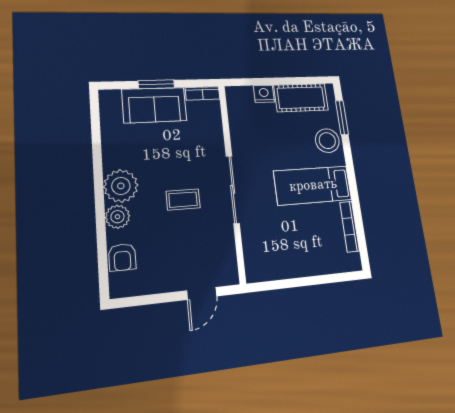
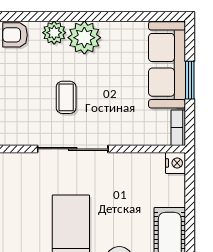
nightstand: (264, 94) -> (176, 163), moved
sofa: (154, 105) -> (167, 65), width x1.36

